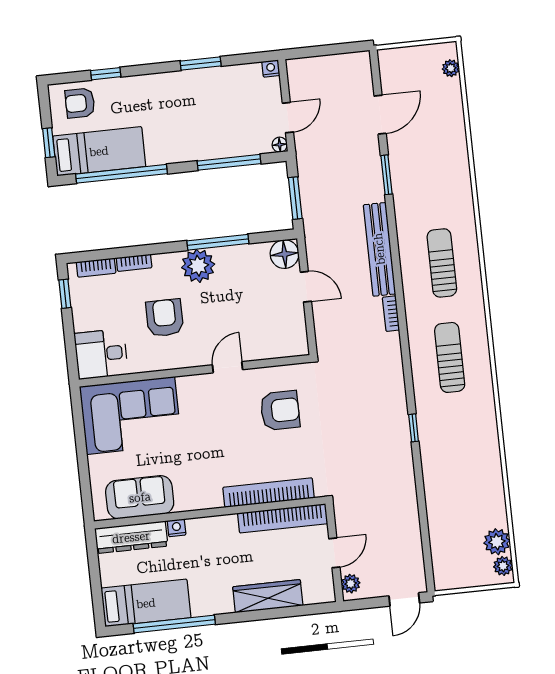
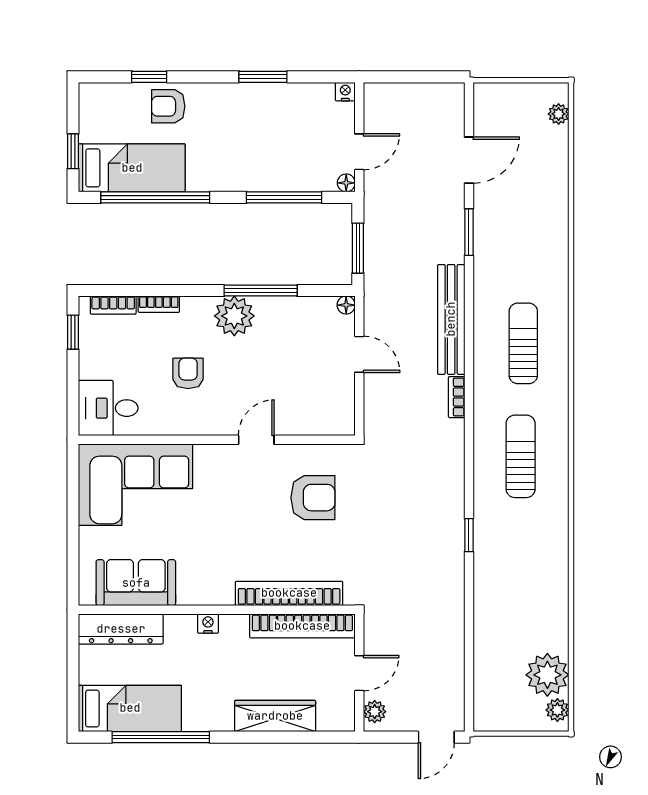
armchair: (80, 103) -> (168, 106), moved
floor lamp: (285, 254) -> (346, 305), width x0.53, depth x0.53
armchair: (165, 318) -> (188, 373), width x0.72, depth x0.72
nightstand: (177, 528) -> (208, 624), moved
plant: (497, 542) -> (547, 675), width x1.36, depth x1.36

